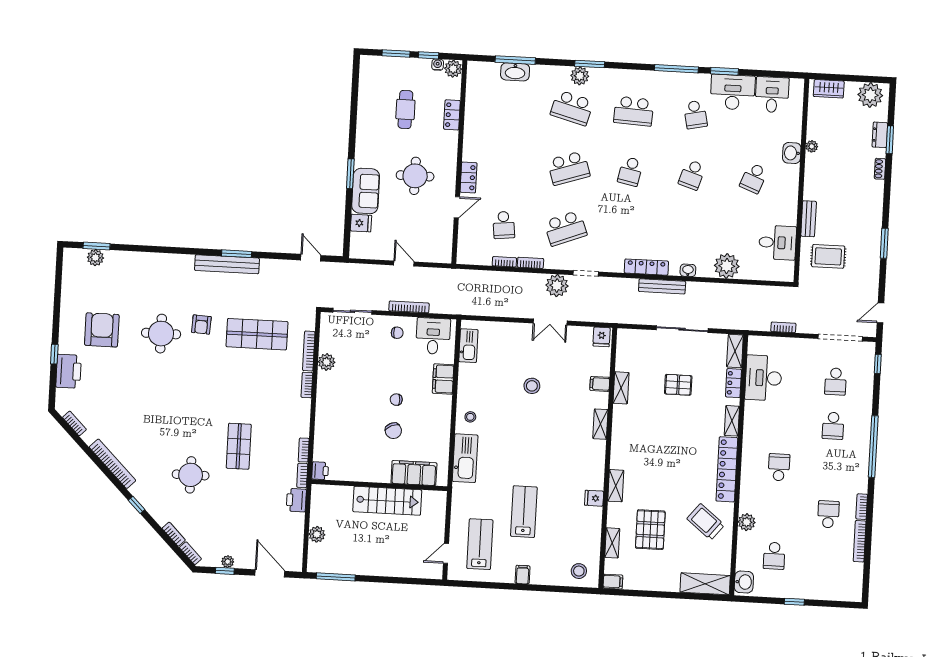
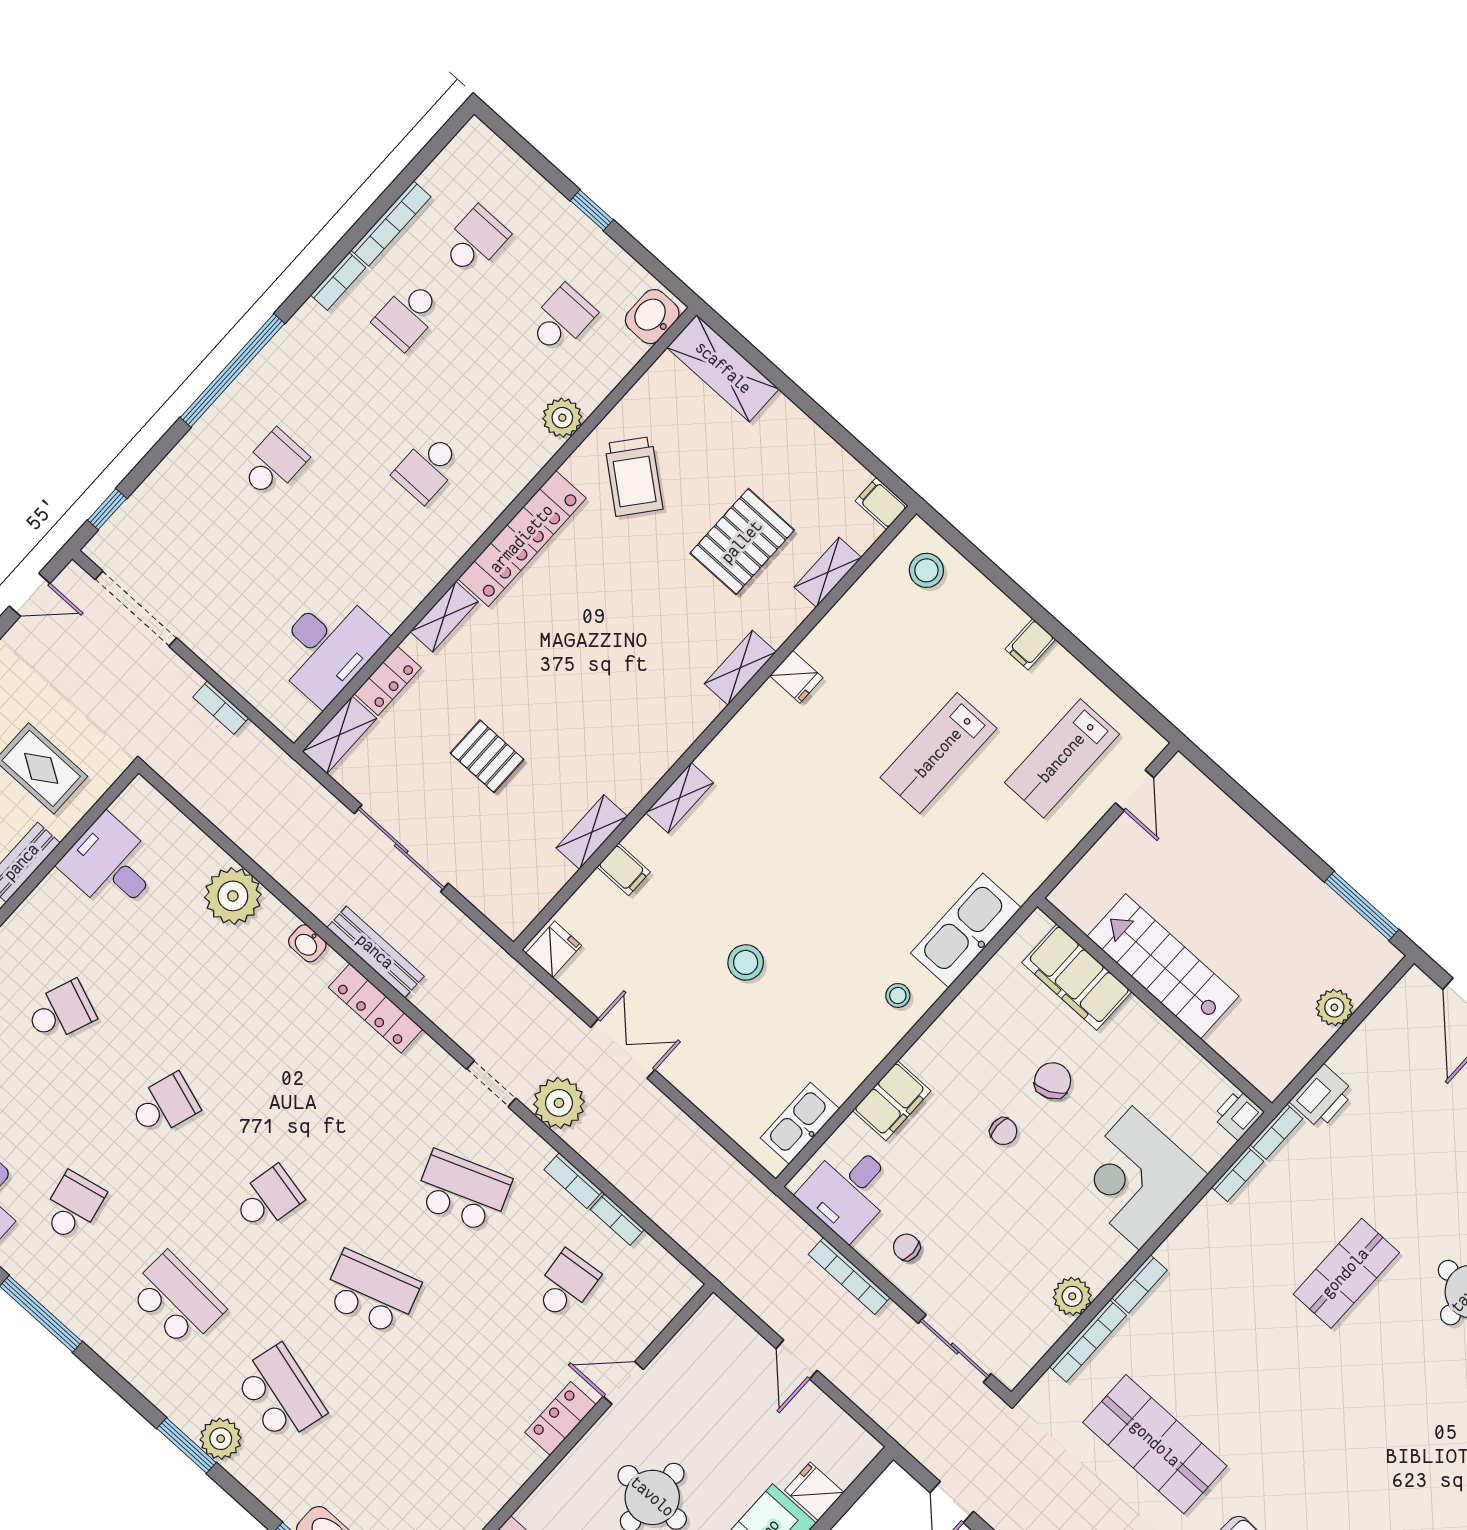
school desk: (835, 382) -> (475, 241), moved
corner desk: (338, 420) -> (1136, 1178), added
door: (446, 553) -> (1135, 790), hinge flipped

